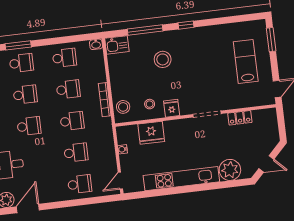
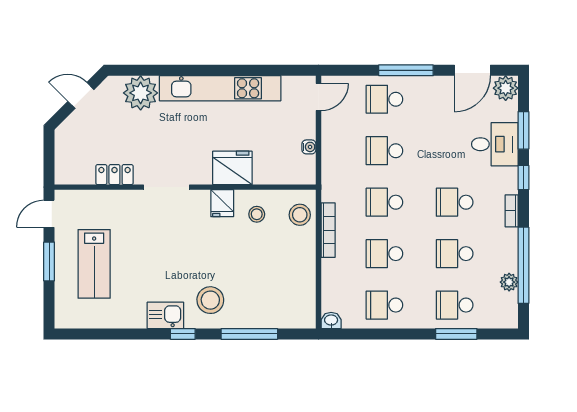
window: (271, 40) -> (49, 261), moved
kitchen sink: (117, 45) -> (165, 315), moved
stool: (163, 59) -> (210, 300), moved
fridge: (151, 133) -> (232, 168), moved
window: (69, 203) -> (406, 70), added

